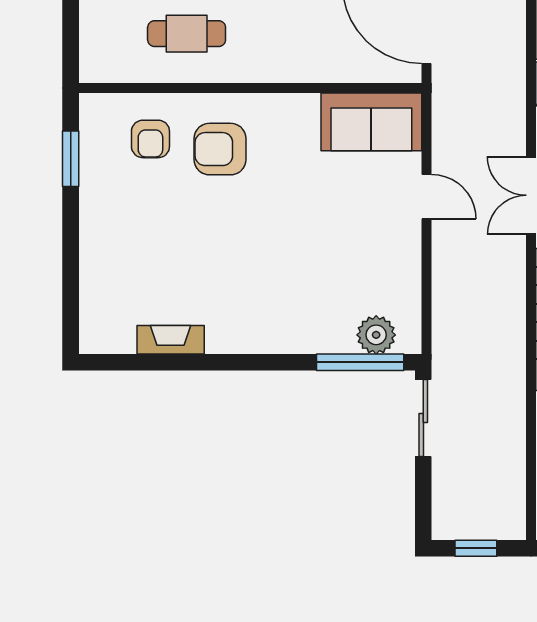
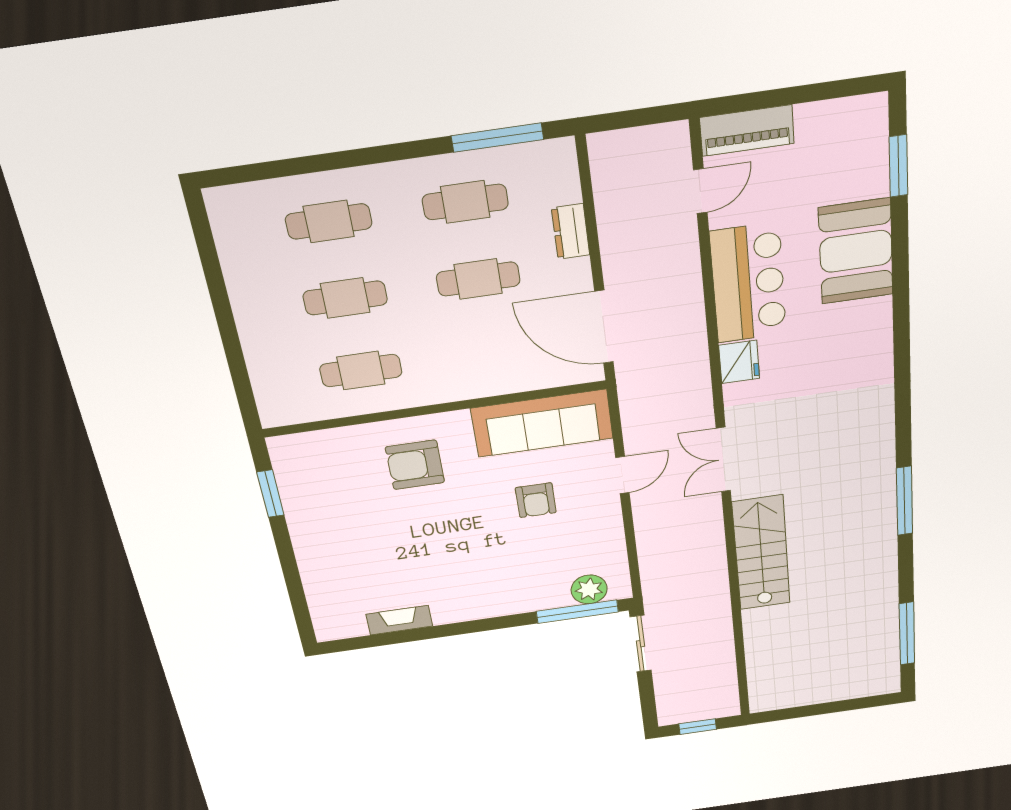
sofa: (371, 122) -> (542, 423), width x1.36
armchair: (150, 139) -> (536, 500), moved
door: (427, 197) -> (622, 475), hinge flipped

